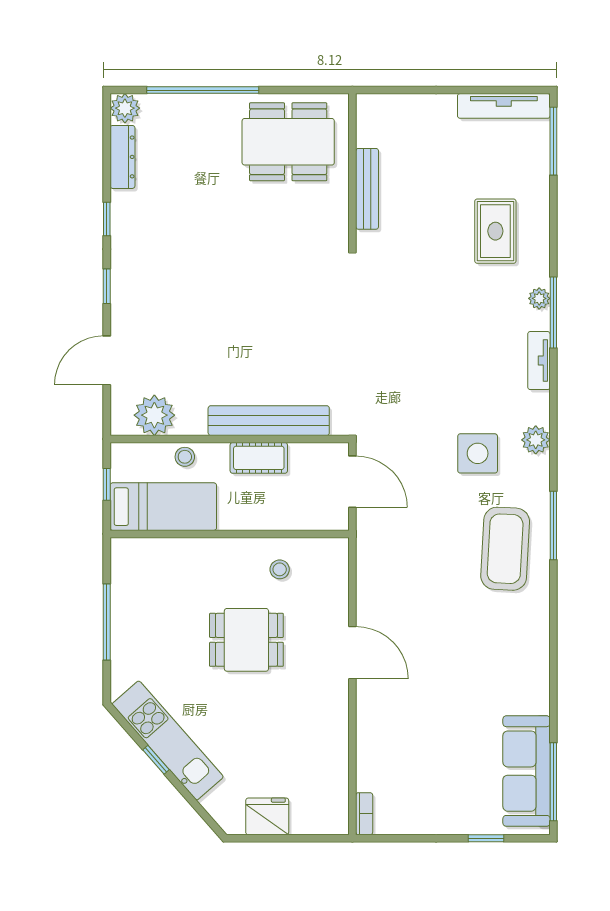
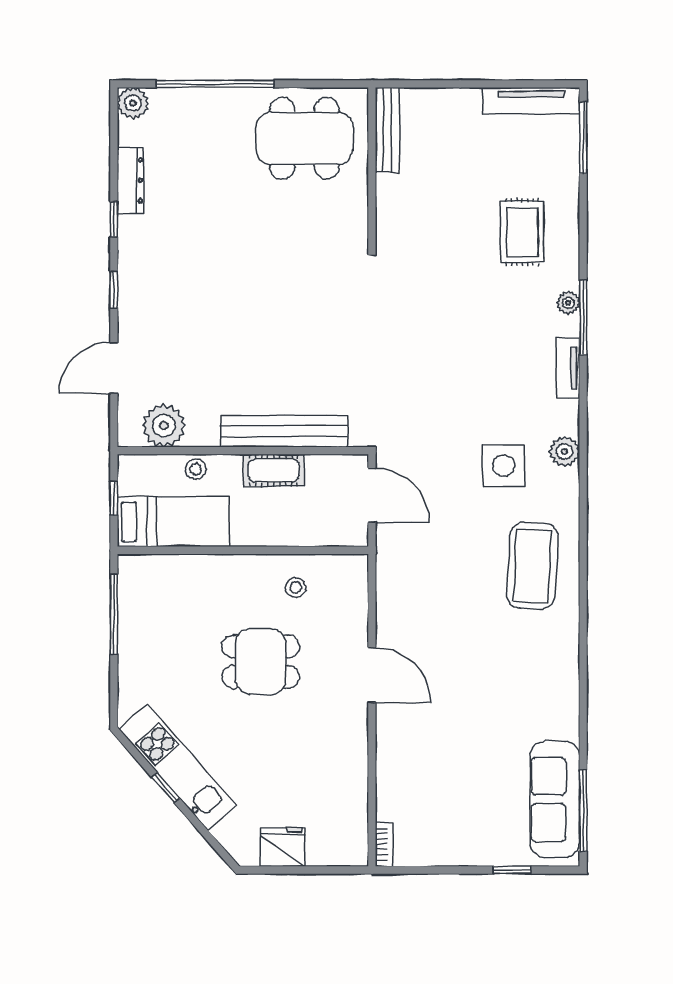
dresser: (122, 157) -> (130, 180), moved
bench: (367, 189) -> (387, 130), moved
window: (553, 526) -> (583, 541), removed
window: (107, 622) -> (114, 614), moved

